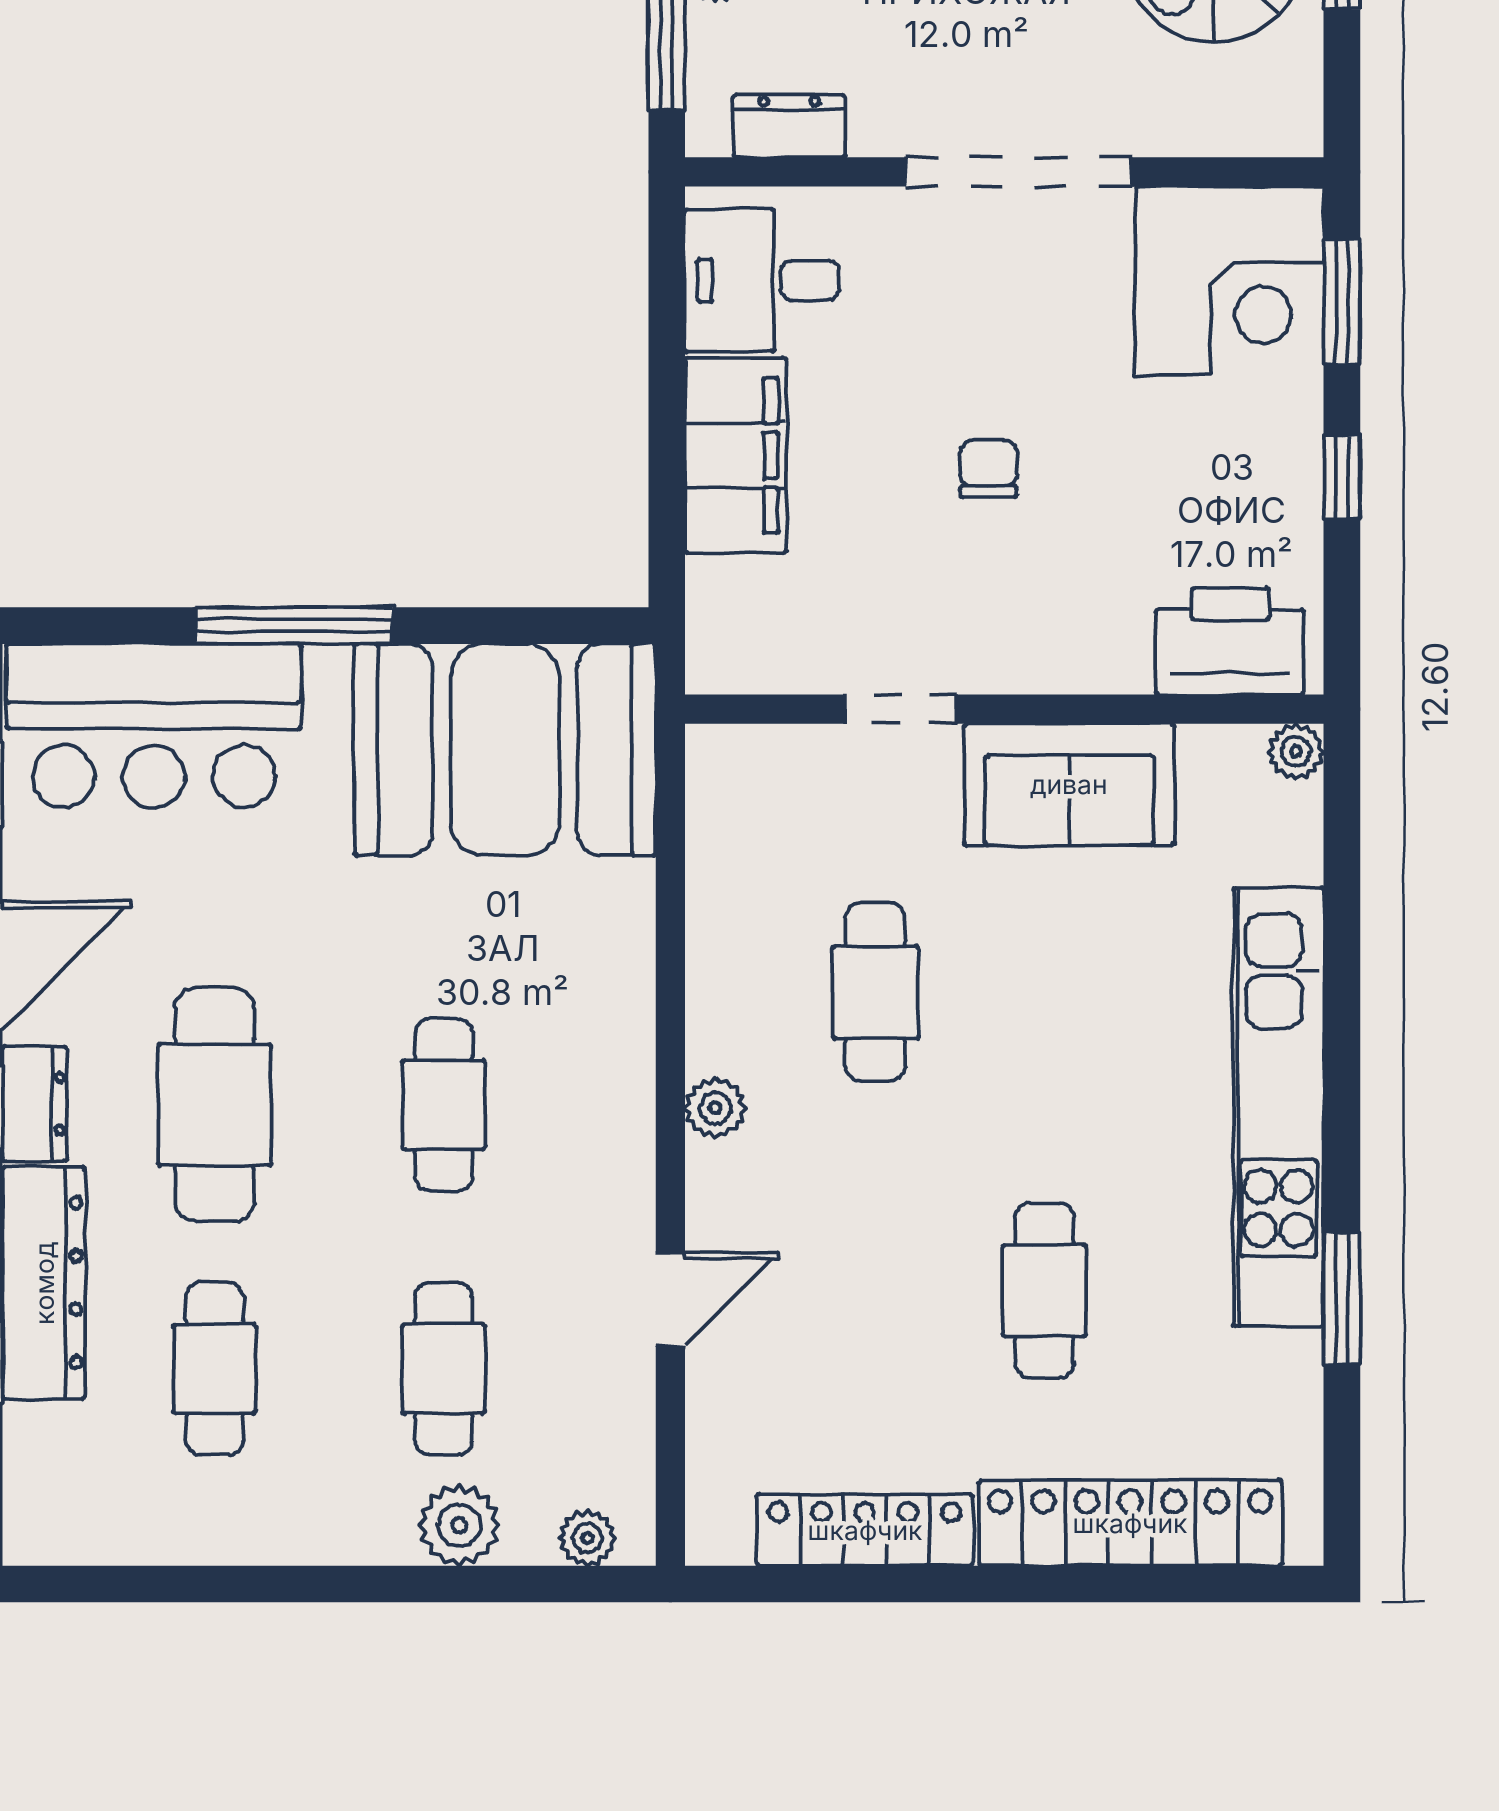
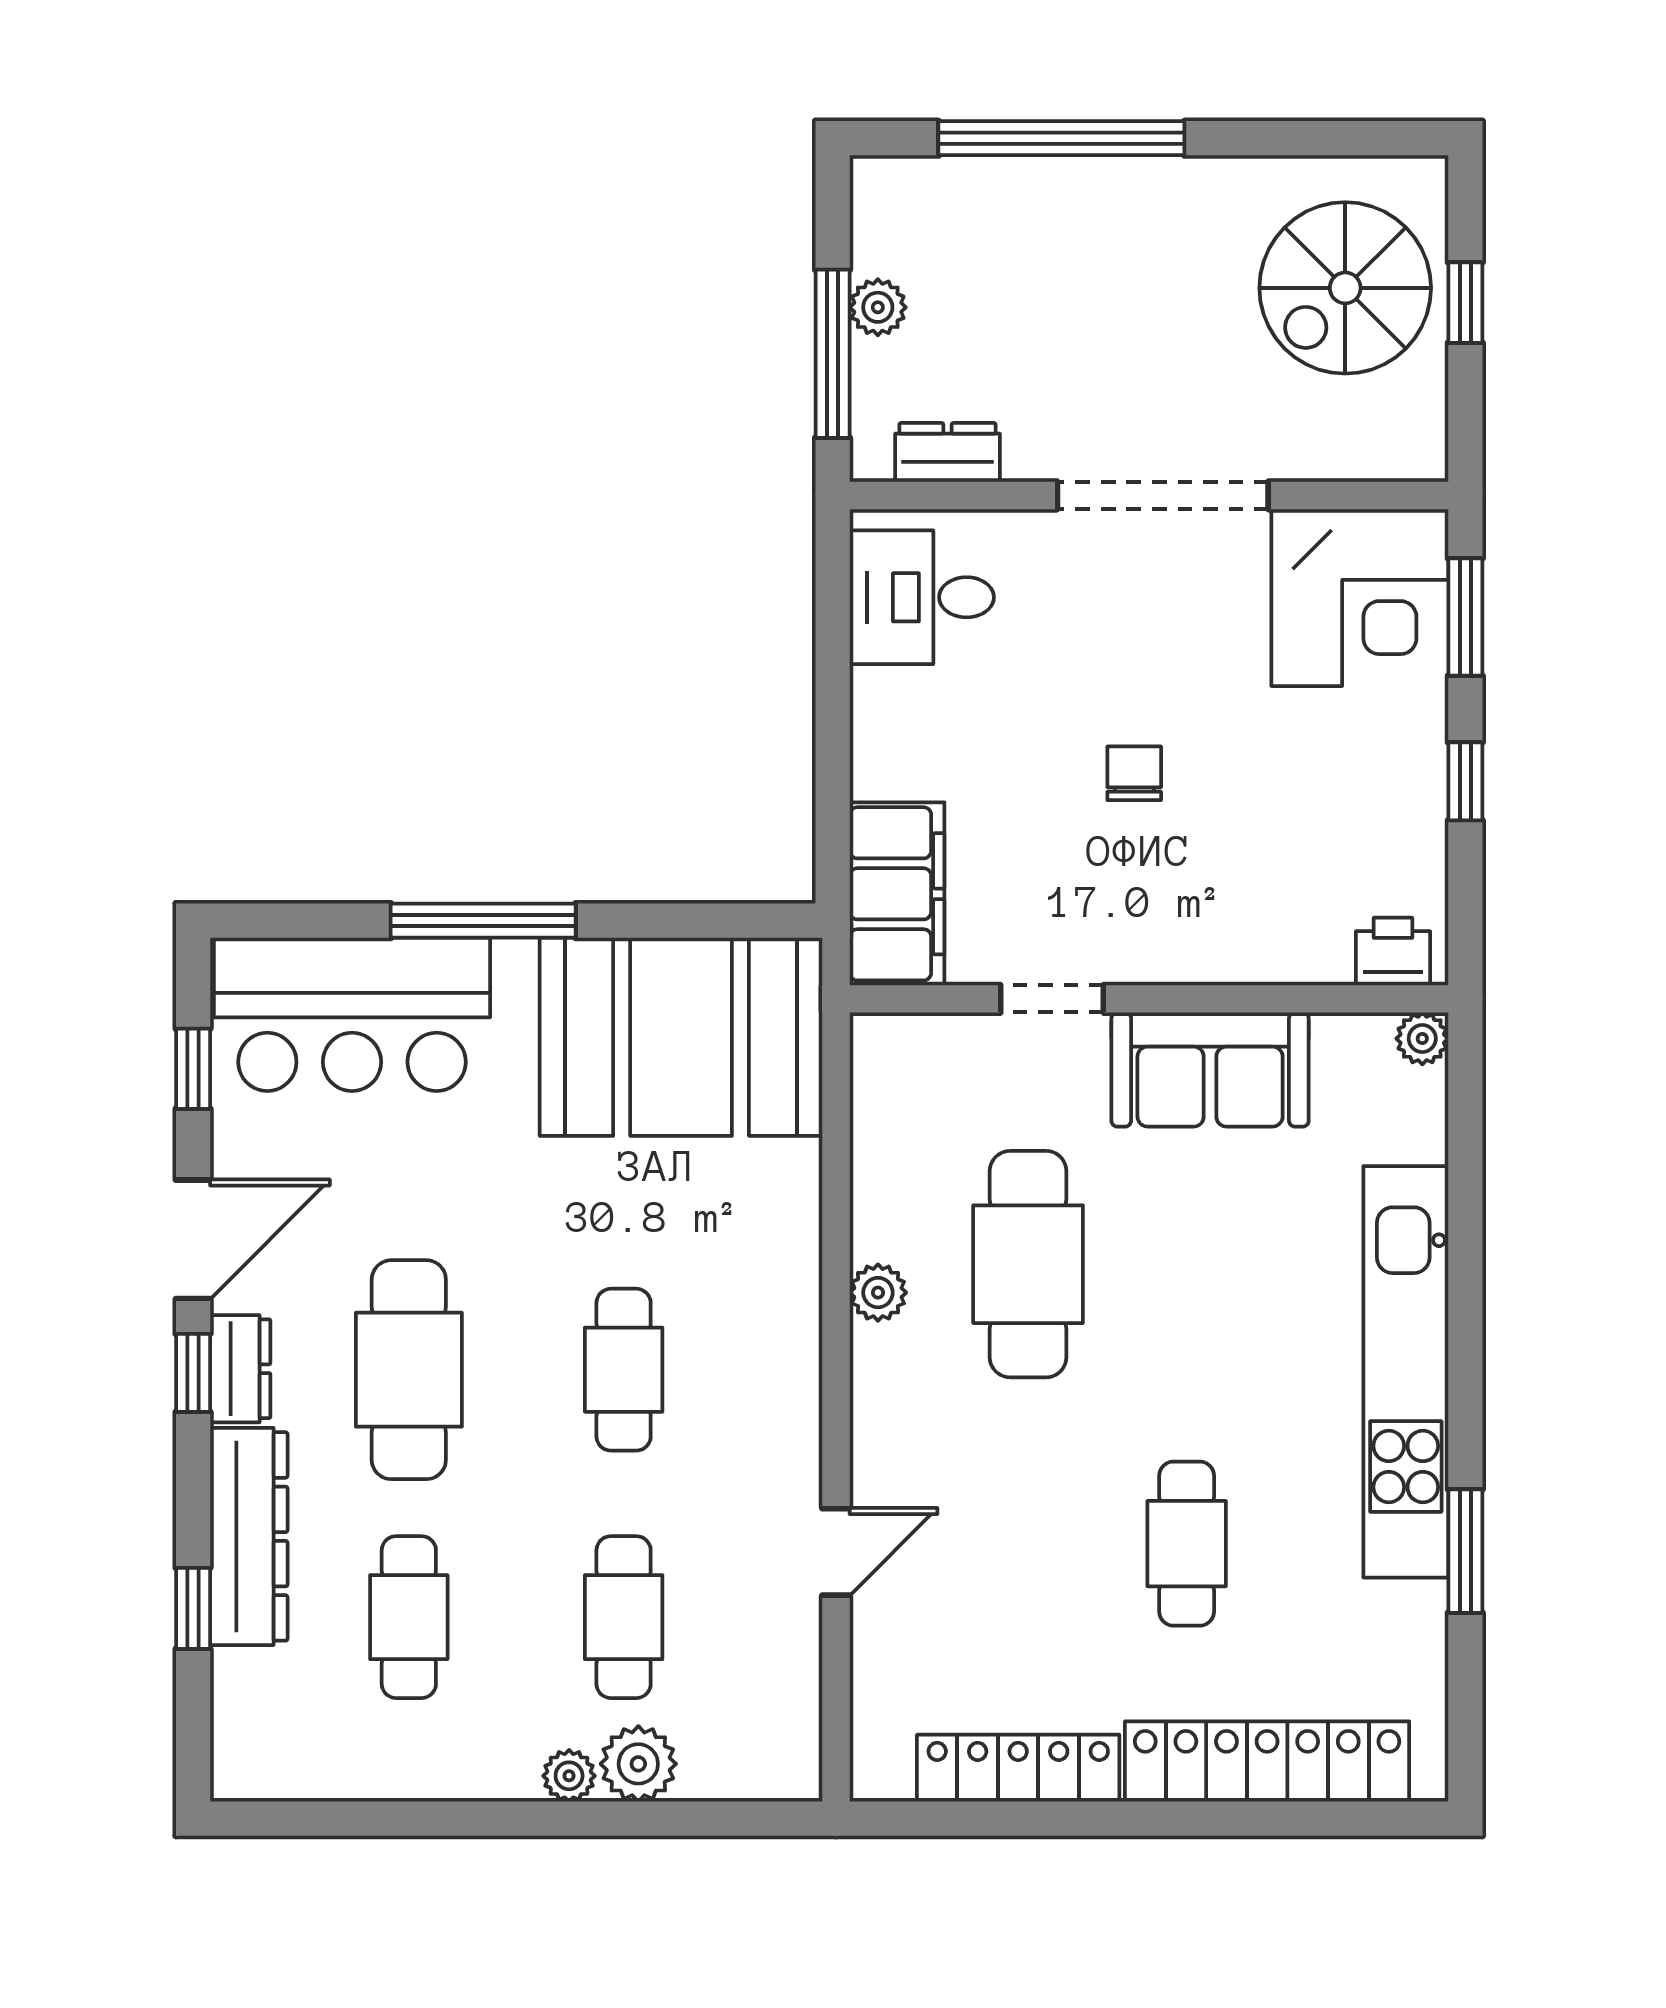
filing cabinet: (735, 455) -> (897, 894), moved
printer: (1230, 641) -> (1393, 951), width x0.53, depth x0.68
cafe table: (875, 992) -> (1028, 1264), width x1.37, depth x1.35
plant: (715, 1108) -> (878, 1293), moved
plant: (587, 1538) -> (569, 1776), moved

